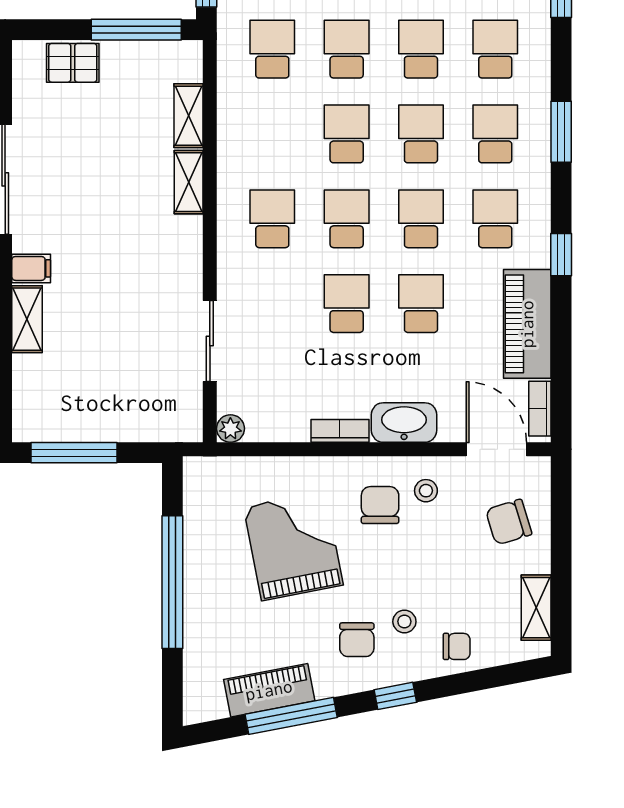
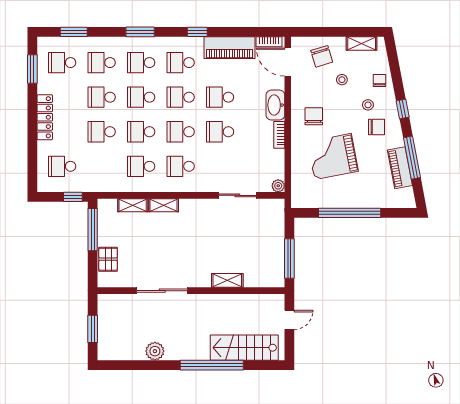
school desk: (272, 49) -> (141, 166), moved
filing cabinet: (31, 268) -> (204, 279), removed
door: (496, 449) -> (288, 62), hinge flipped
stool: (426, 491) -> (342, 80), moved
chair: (380, 505) -> (314, 116), turned 90

